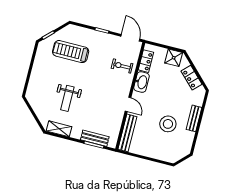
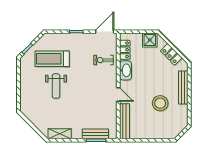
door: (130, 38) -> (105, 32), hinge flipped
weight bench: (67, 98) -> (56, 86), moved
bench: (194, 118) -> (183, 87), width x1.36

